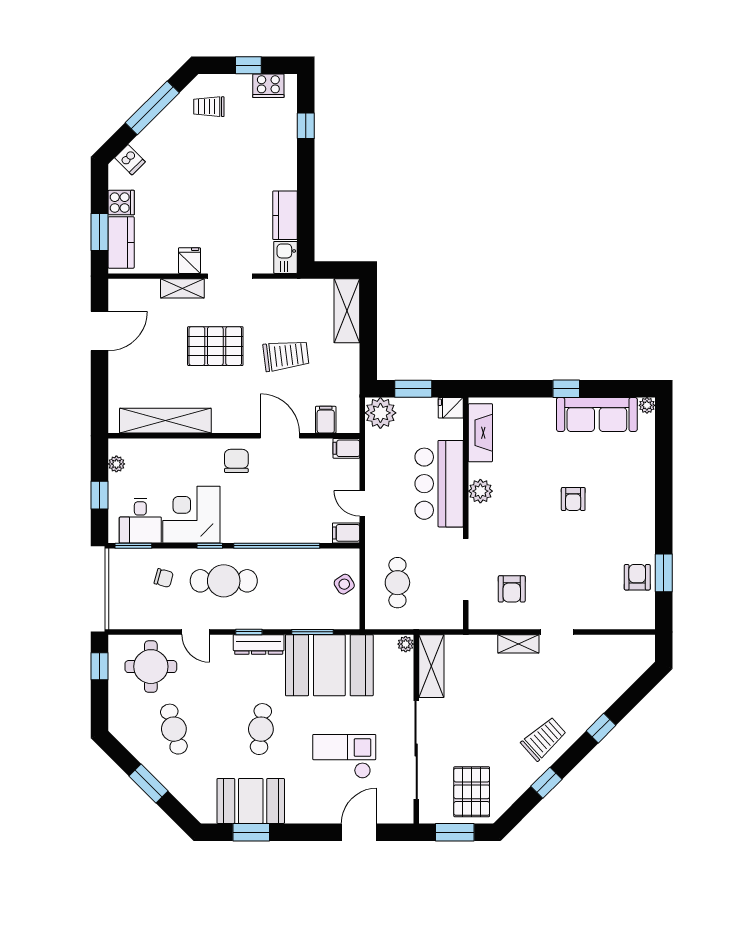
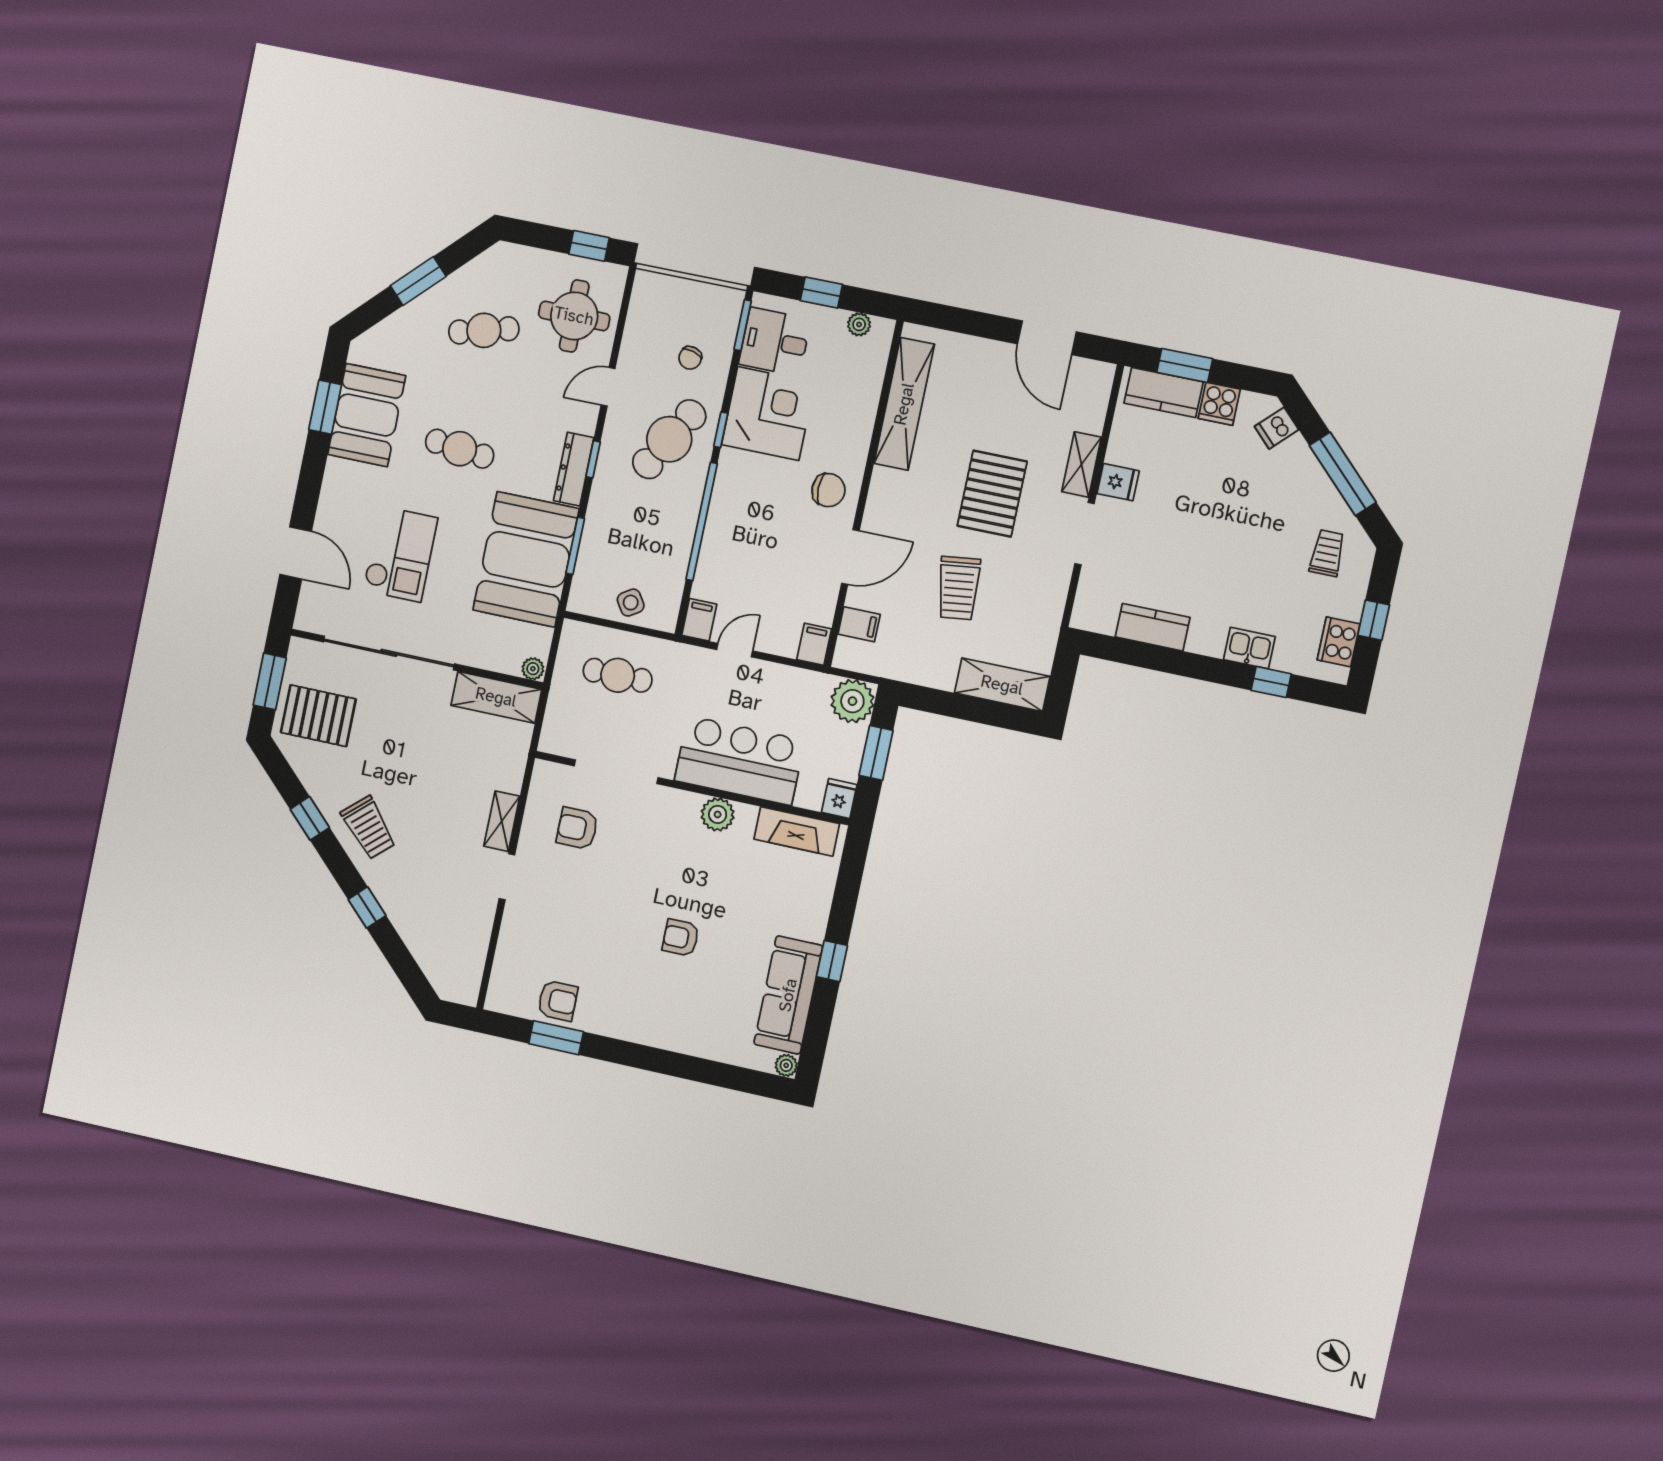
kitchen sink: (285, 257) -> (1249, 648), moved
cafe table: (224, 581) -> (669, 439), turned 30

